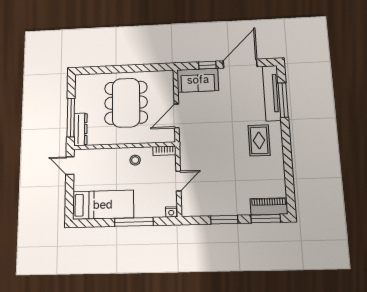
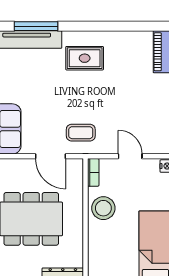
coffee table: (197, 139) -> (81, 133), added
stool: (135, 160) -> (103, 208), width x1.89, depth x1.89

